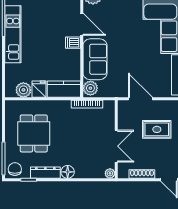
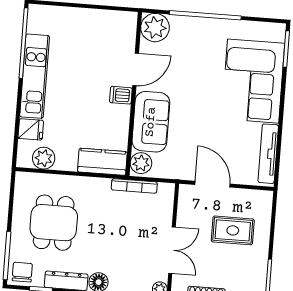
door: (82, 24) -> (136, 69), hinge flipped
fridge: (39, 89) -> (31, 129), moved, turned 90

